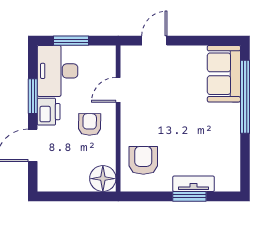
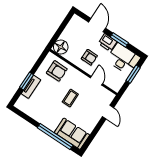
coffee table: (171, 112) -> (70, 98), added

